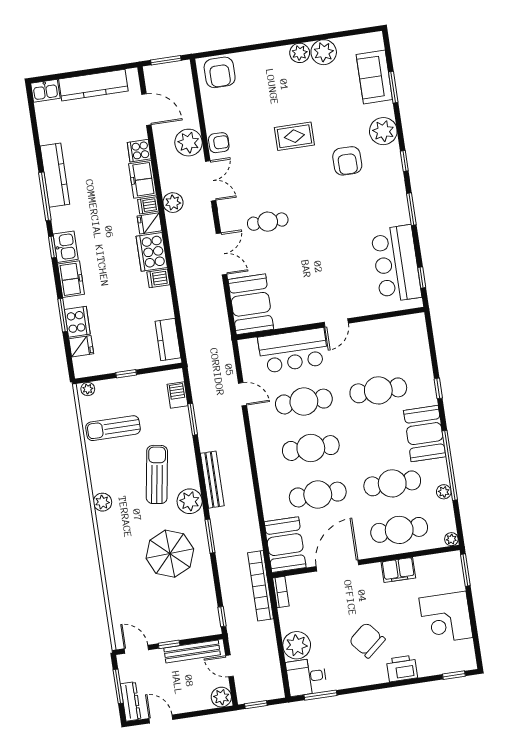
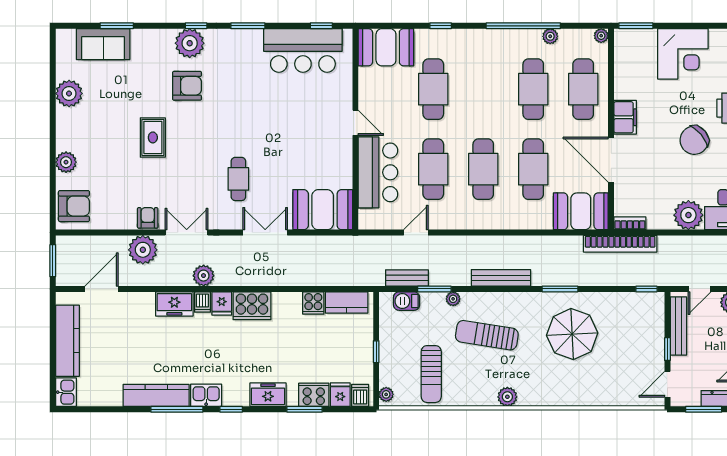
plant: (300, 53) -> (66, 162), moved
plant: (383, 131) -> (190, 43), moved
cooker: (139, 151) -> (313, 303), moved
kitchen sink: (66, 247) -> (206, 395), moved
dishwasher: (158, 278) -> (360, 395), moved, turned 180
bench: (199, 392) -> (407, 278), added
booth: (425, 434) -> (386, 47), moved
plant: (190, 501) -> (453, 299), moved, width x0.53, depth x0.53
filing cabinet: (398, 570) -> (625, 117), moved

